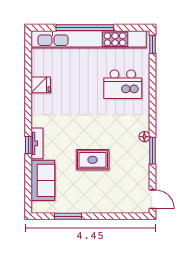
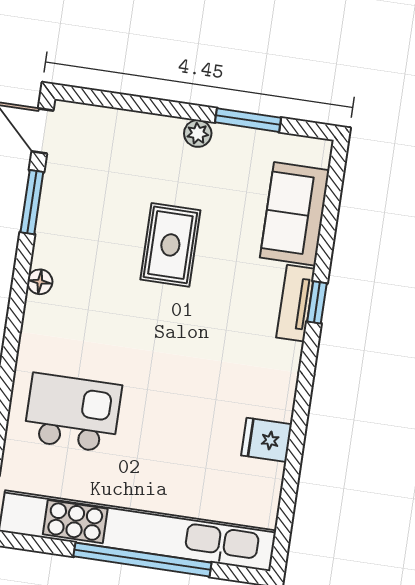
window: (153, 151) -> (32, 202), moved
rug: (93, 160) -> (170, 245), turned 90
plant: (88, 208) -> (198, 133), added

